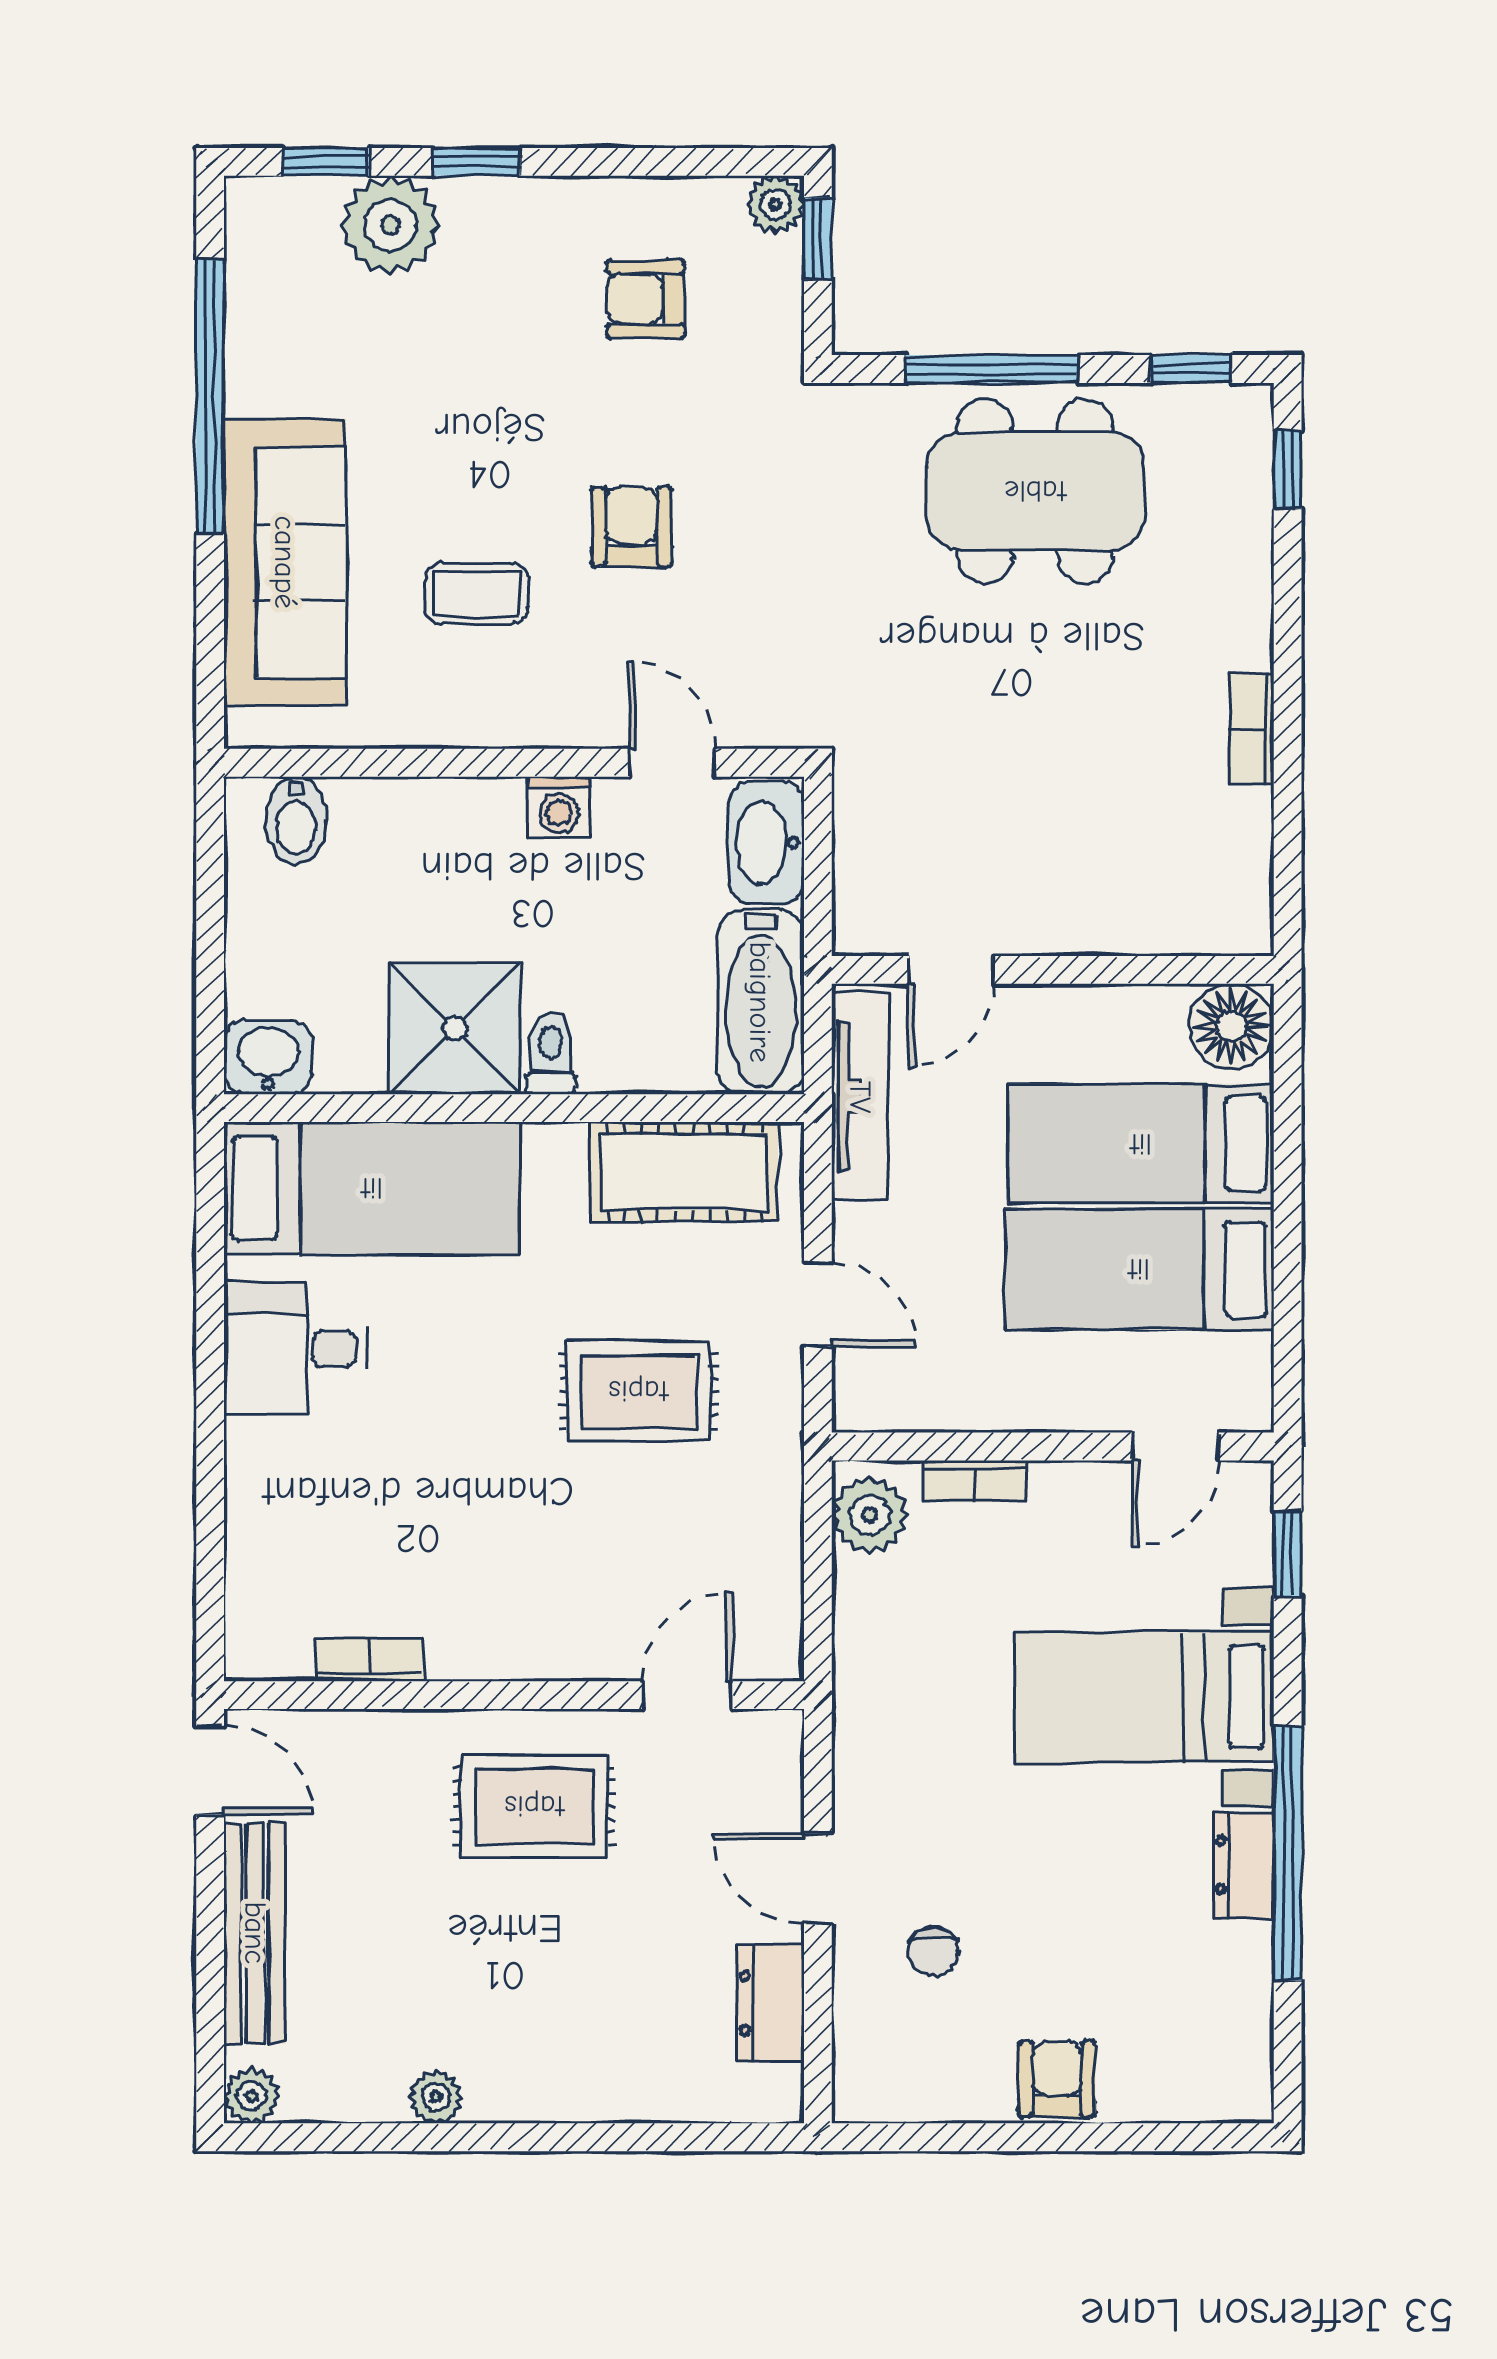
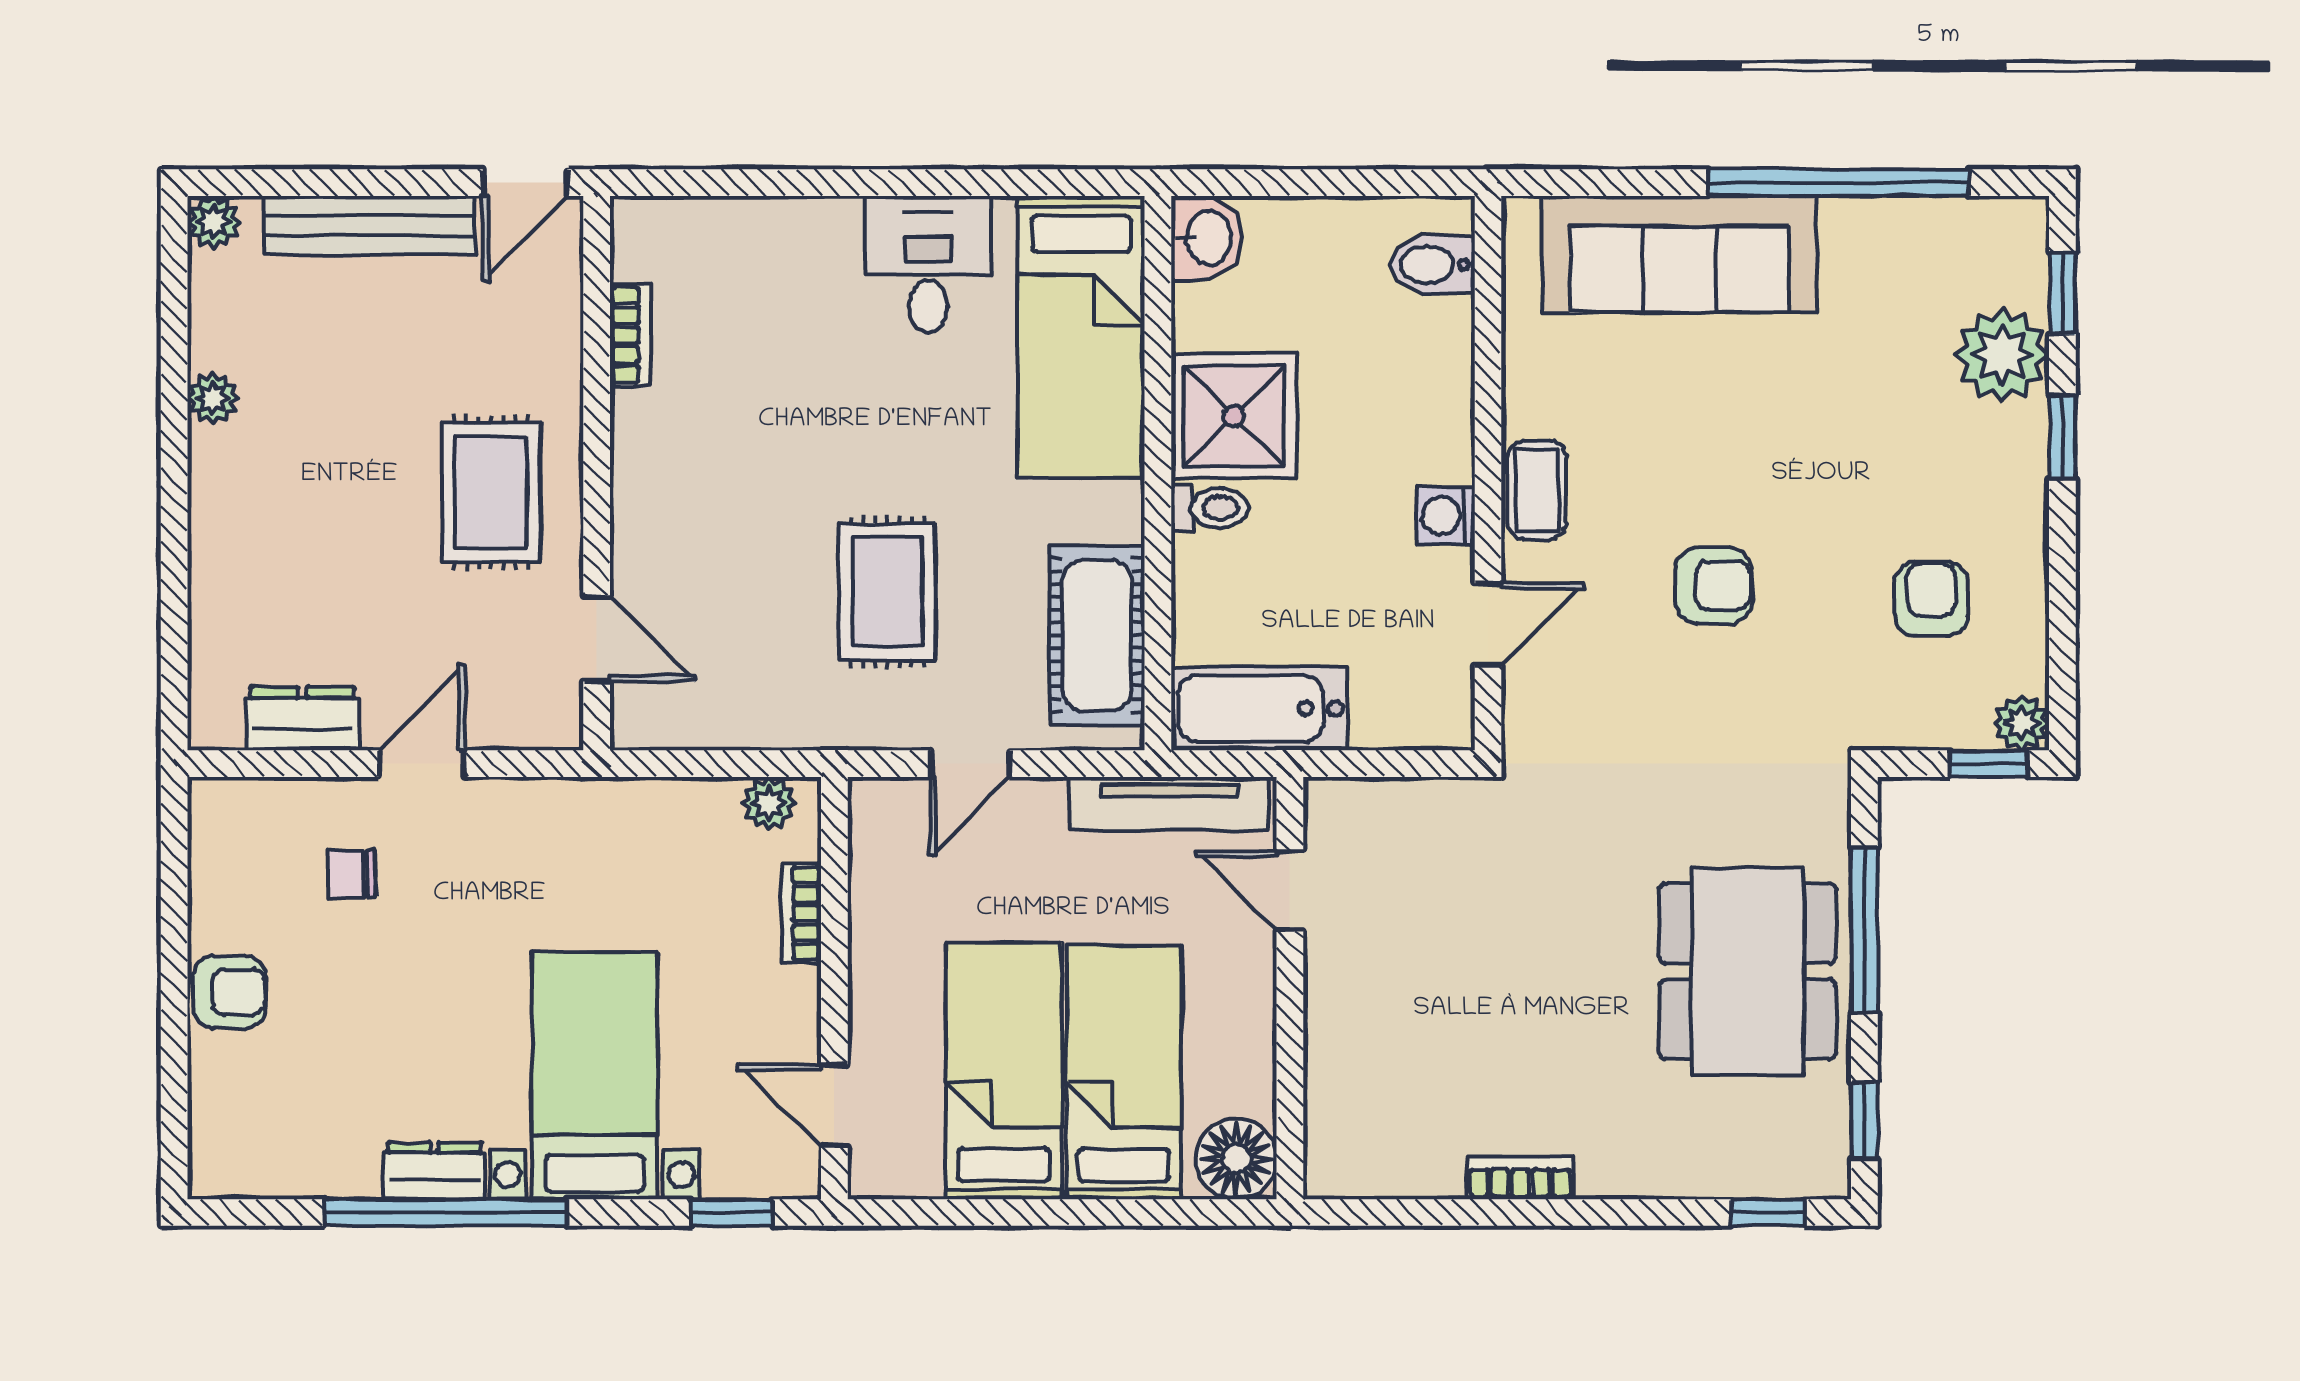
coffee table: (477, 594) -> (1537, 490), moved
washbasin: (767, 842) -> (1412, 714), removed
plant: (870, 1515) -> (769, 803), width x0.73, depth x0.73

